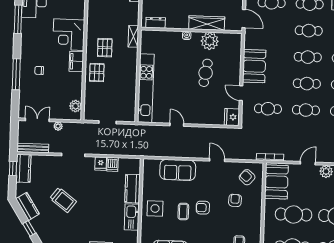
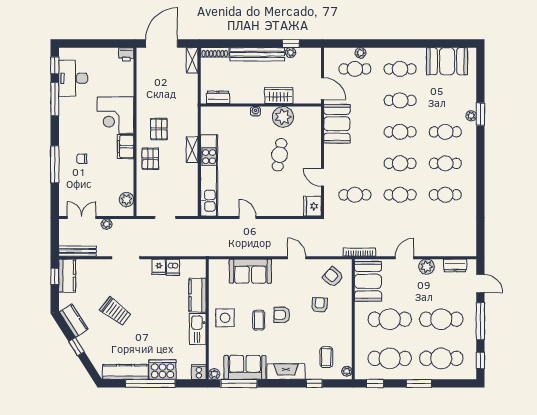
wardrobe: (207, 23) -> (279, 96), width x0.67
shelving: (133, 36) -> (192, 150), moved
booth: (254, 66) -> (337, 124), moved

